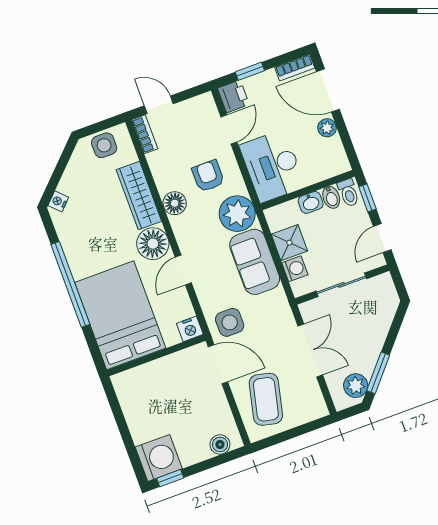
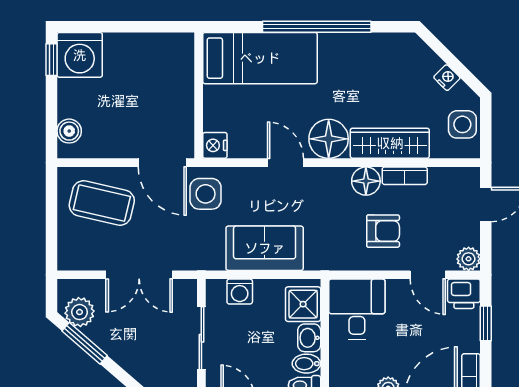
bookcase: (145, 134) -> (405, 176), moved
desk: (272, 166) -> (357, 309), width x0.73
nightstand: (58, 201) -> (447, 78), moved
plant: (237, 214) -> (469, 259), moved, width x0.53, depth x0.53
shower: (289, 243) -> (303, 304), moved
bed: (120, 315) -> (260, 58), width x0.67
door: (218, 364) -> (162, 163), hinge flipped

